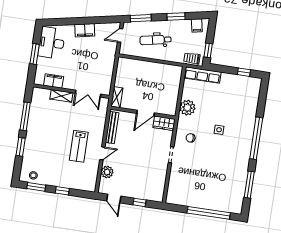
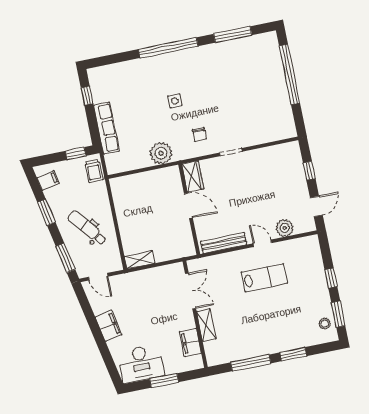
dental chair: (155, 40) -> (87, 228), turned 153
row of seats: (202, 75) -> (106, 128), moved
shelving: (117, 97) -> (140, 260), moved

